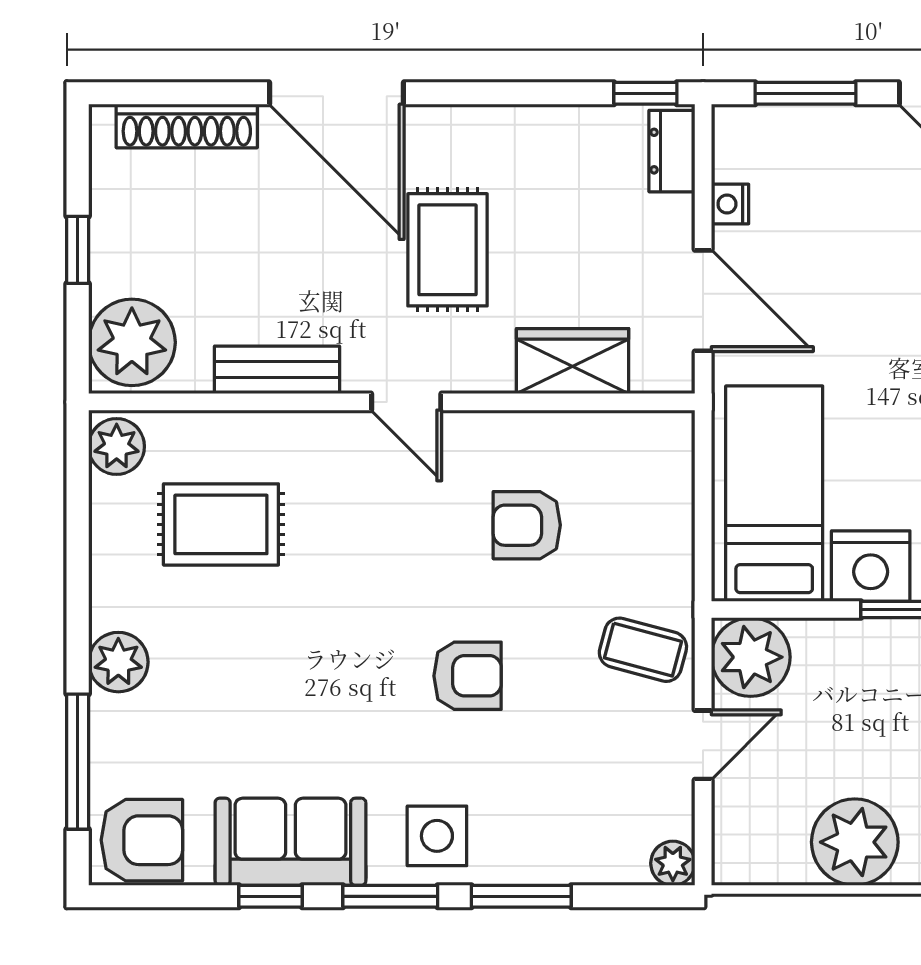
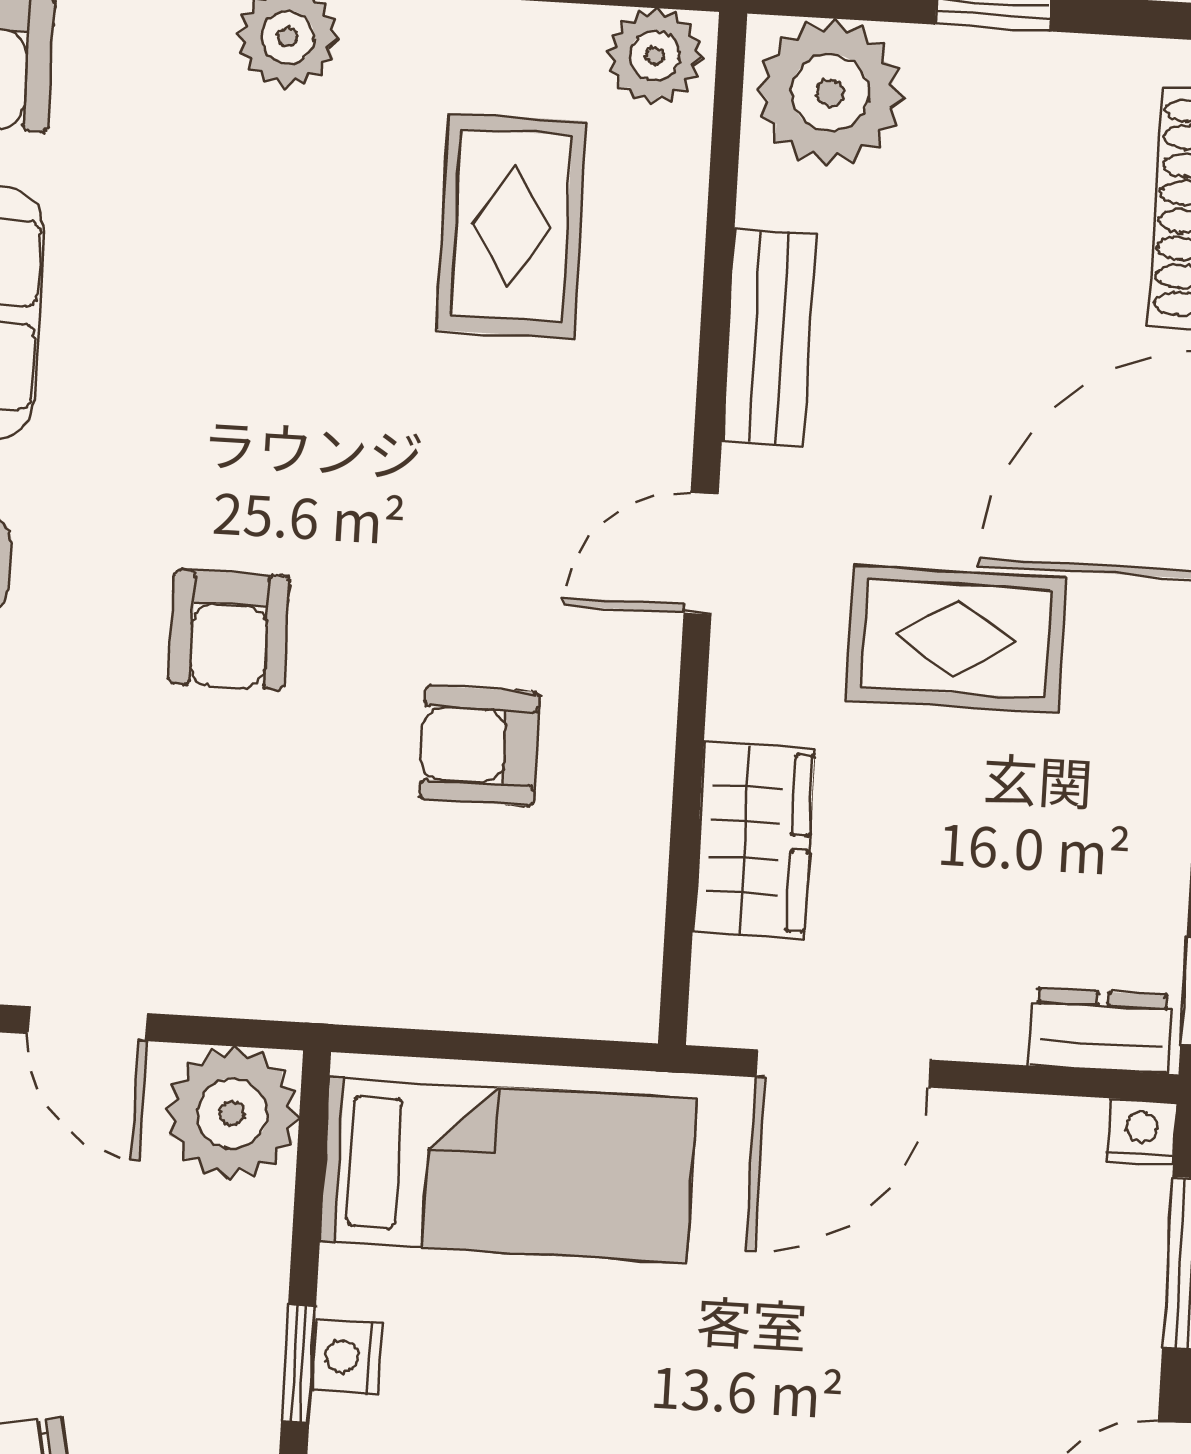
nightstand: (730, 204) -> (1141, 1132), moved
armchair: (527, 525) -> (479, 746), turned -90
nightstand: (871, 566) -> (346, 1357), width x0.53, depth x0.56
coffee table: (643, 650) -> (256, 931), removed

